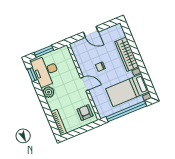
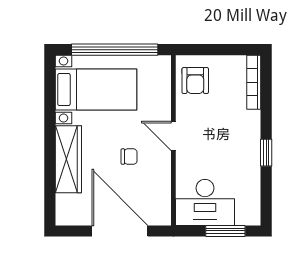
door: (91, 32) -> (120, 231), width x1.88
desk: (46, 71) -> (205, 202), moved, turned 90
window: (32, 75) -> (266, 153), moved
plant: (49, 92) -> (249, 149), removed

